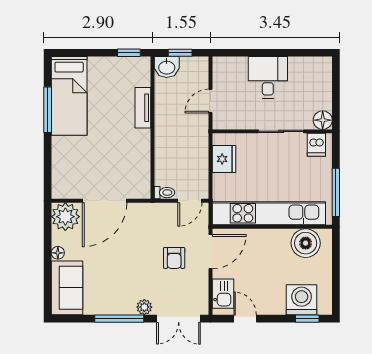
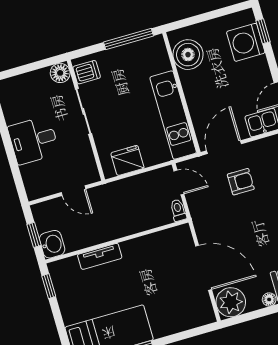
kitchen unit: (269, 213) -> (173, 115), width x0.73
door: (210, 252) -> (224, 147), hinge flipped

